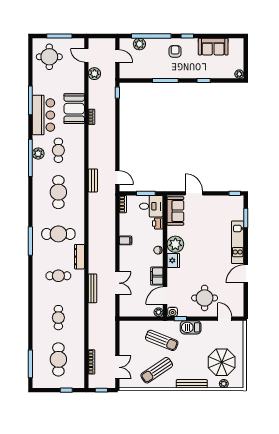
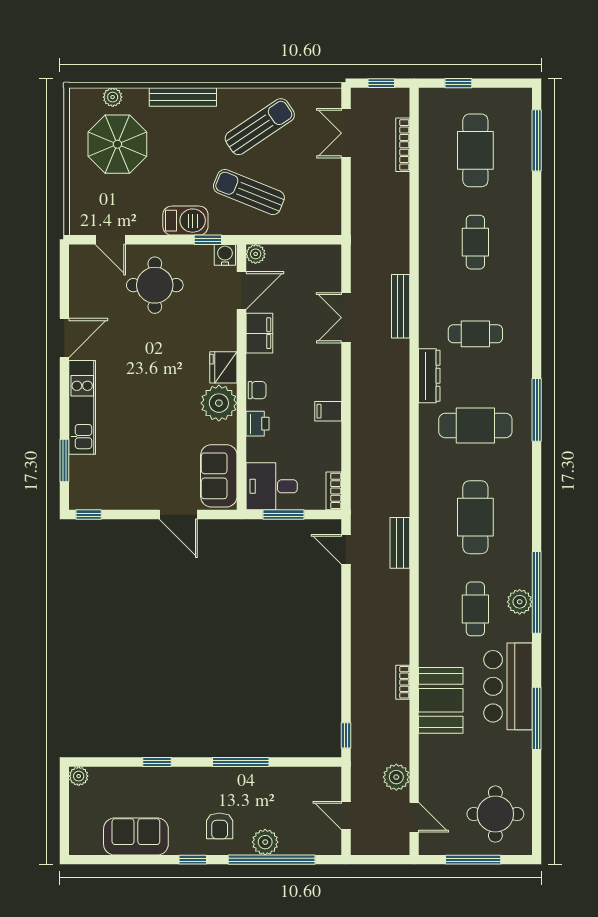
plant: (139, 44) -> (265, 842), moved
printer: (158, 224) -> (257, 424), moved

